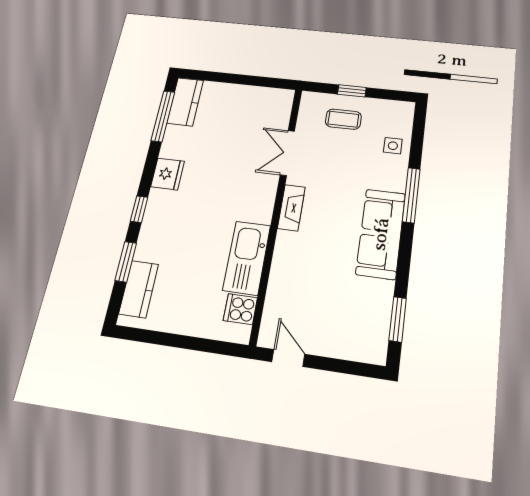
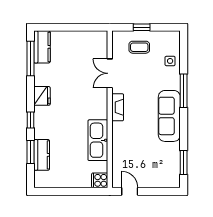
kitchen counter: (139, 289) -> (42, 155), moved
cooker: (240, 309) -> (100, 180), moved

